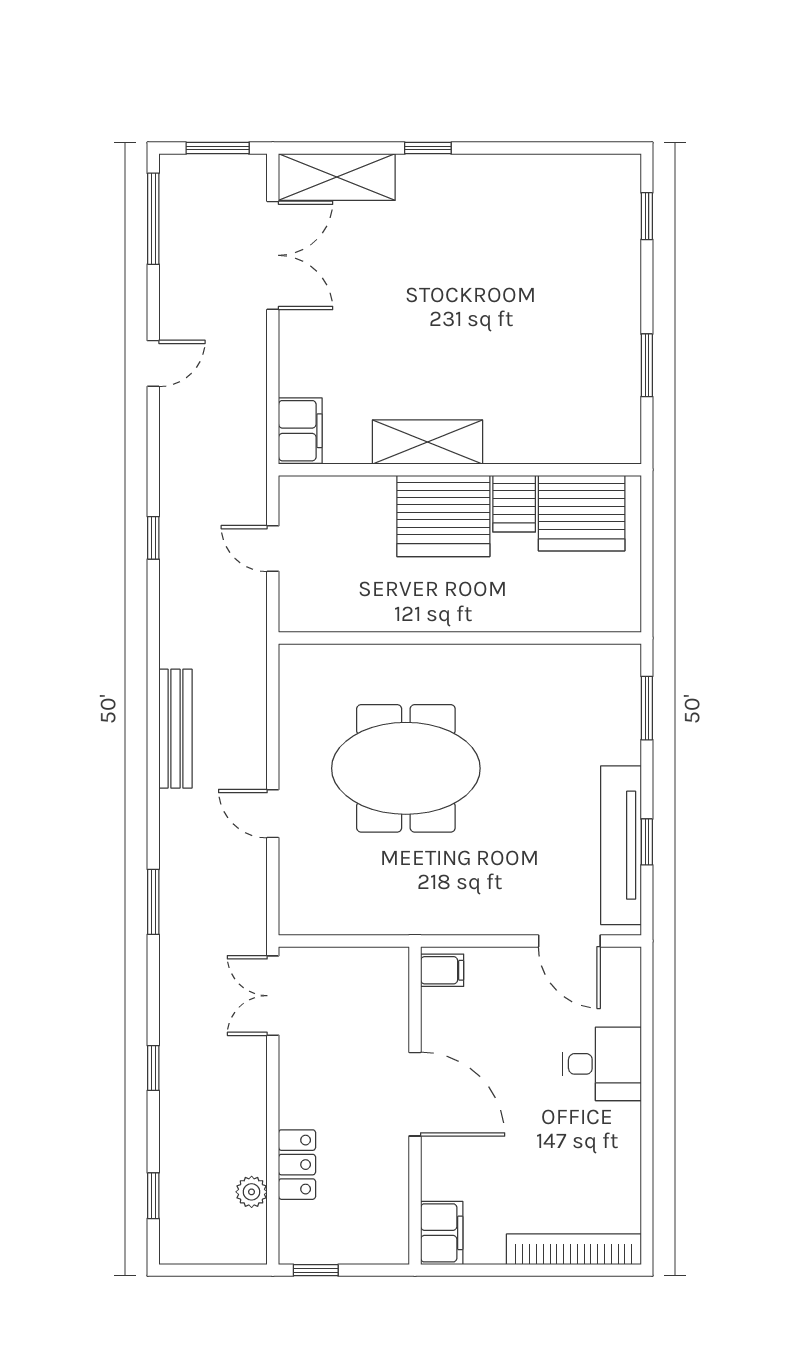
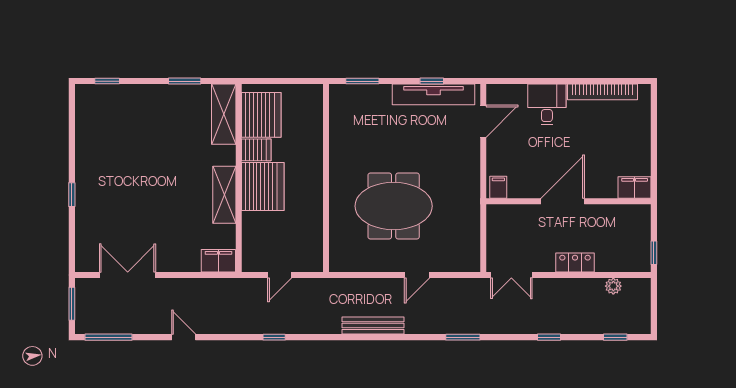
shelving: (337, 177) -> (224, 114), moved
meeting table: (406, 768) -> (394, 206), turned 90
locker: (297, 1165) -> (575, 262), moved
bookcase: (574, 1249) -> (602, 92), moved, turned -90

